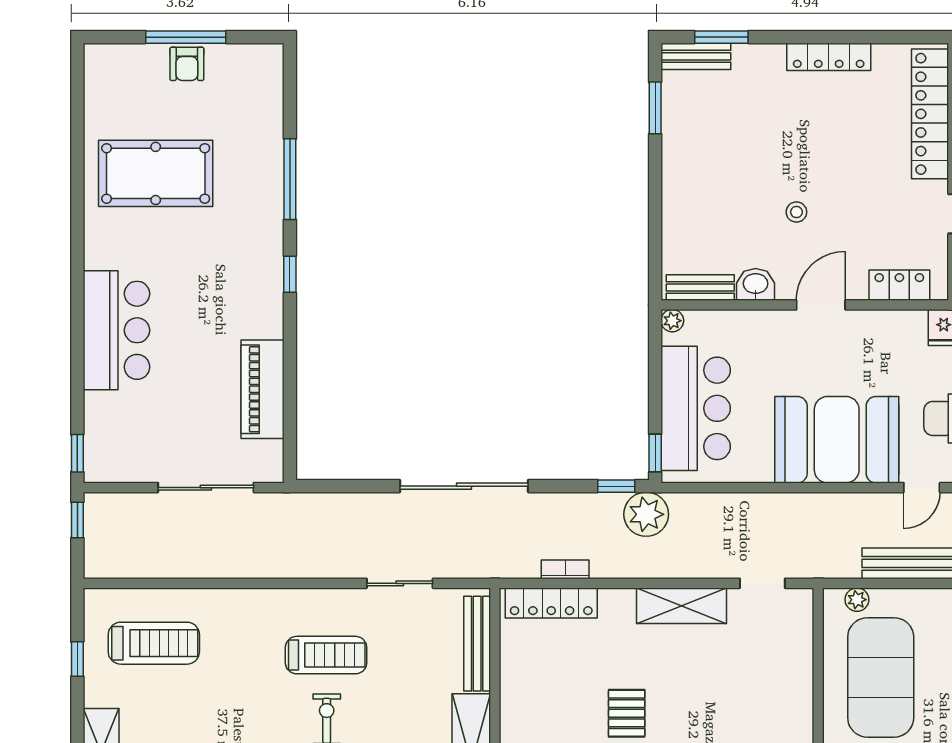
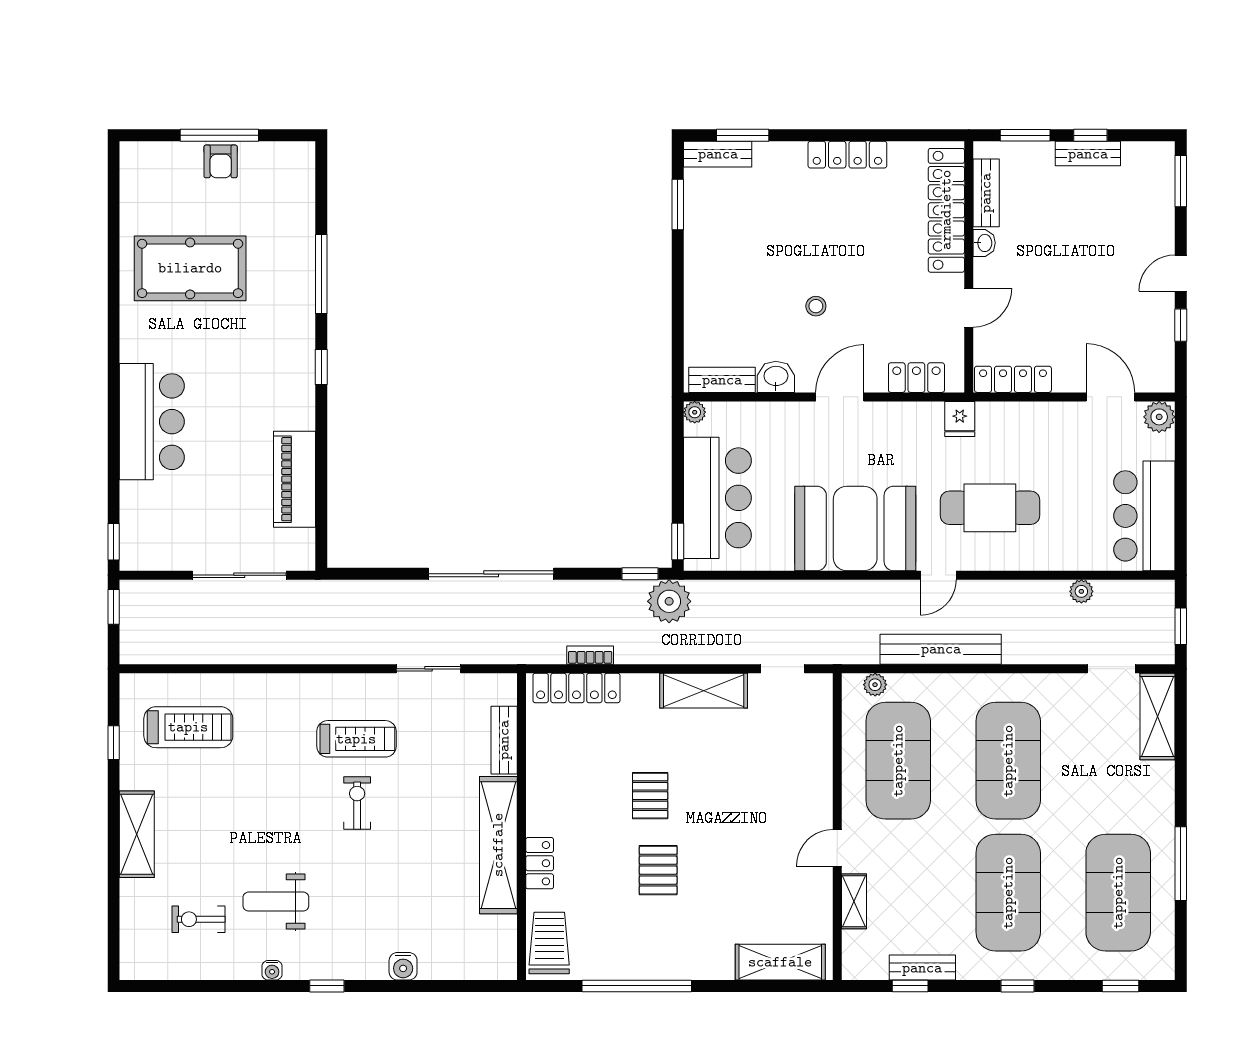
bench: (477, 644) -> (504, 740), width x0.73

